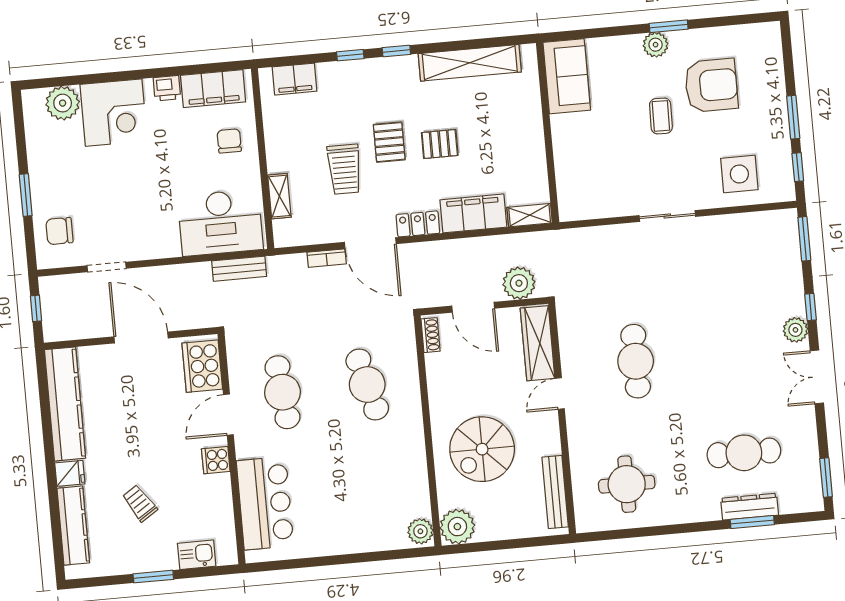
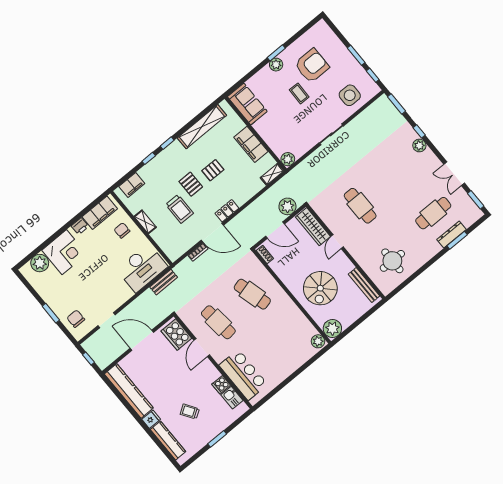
shelving: (279, 196) -> (145, 222), moved
plant: (571, 208) -> (288, 159), added
filing cabinet: (473, 213) -> (251, 144), moved, turned -90
chair: (59, 231) -> (76, 319), turned 90
double door: (817, 377) -> (454, 174), moved
cooker: (216, 460) -> (221, 385), moved
kitchen sink: (197, 555) -> (232, 398), moved, turned -90

